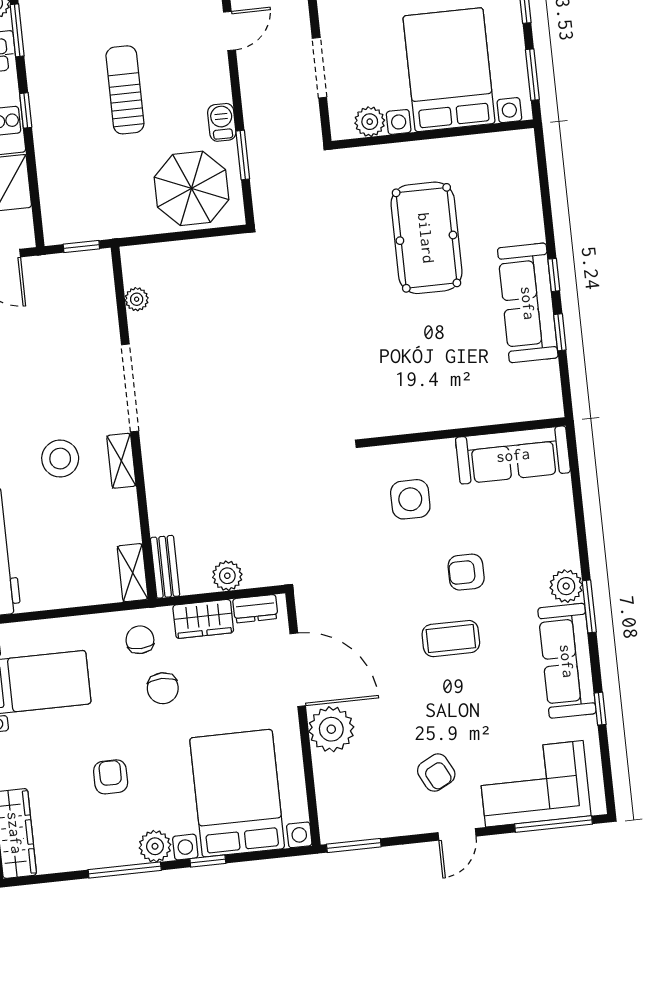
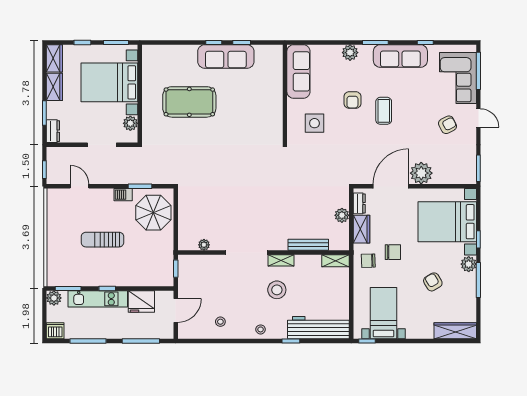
bench: (165, 567) -> (308, 245), moved, width x1.36
plant: (566, 586) -> (350, 53), moved
armchair: (111, 777) -> (433, 282), turned 59

